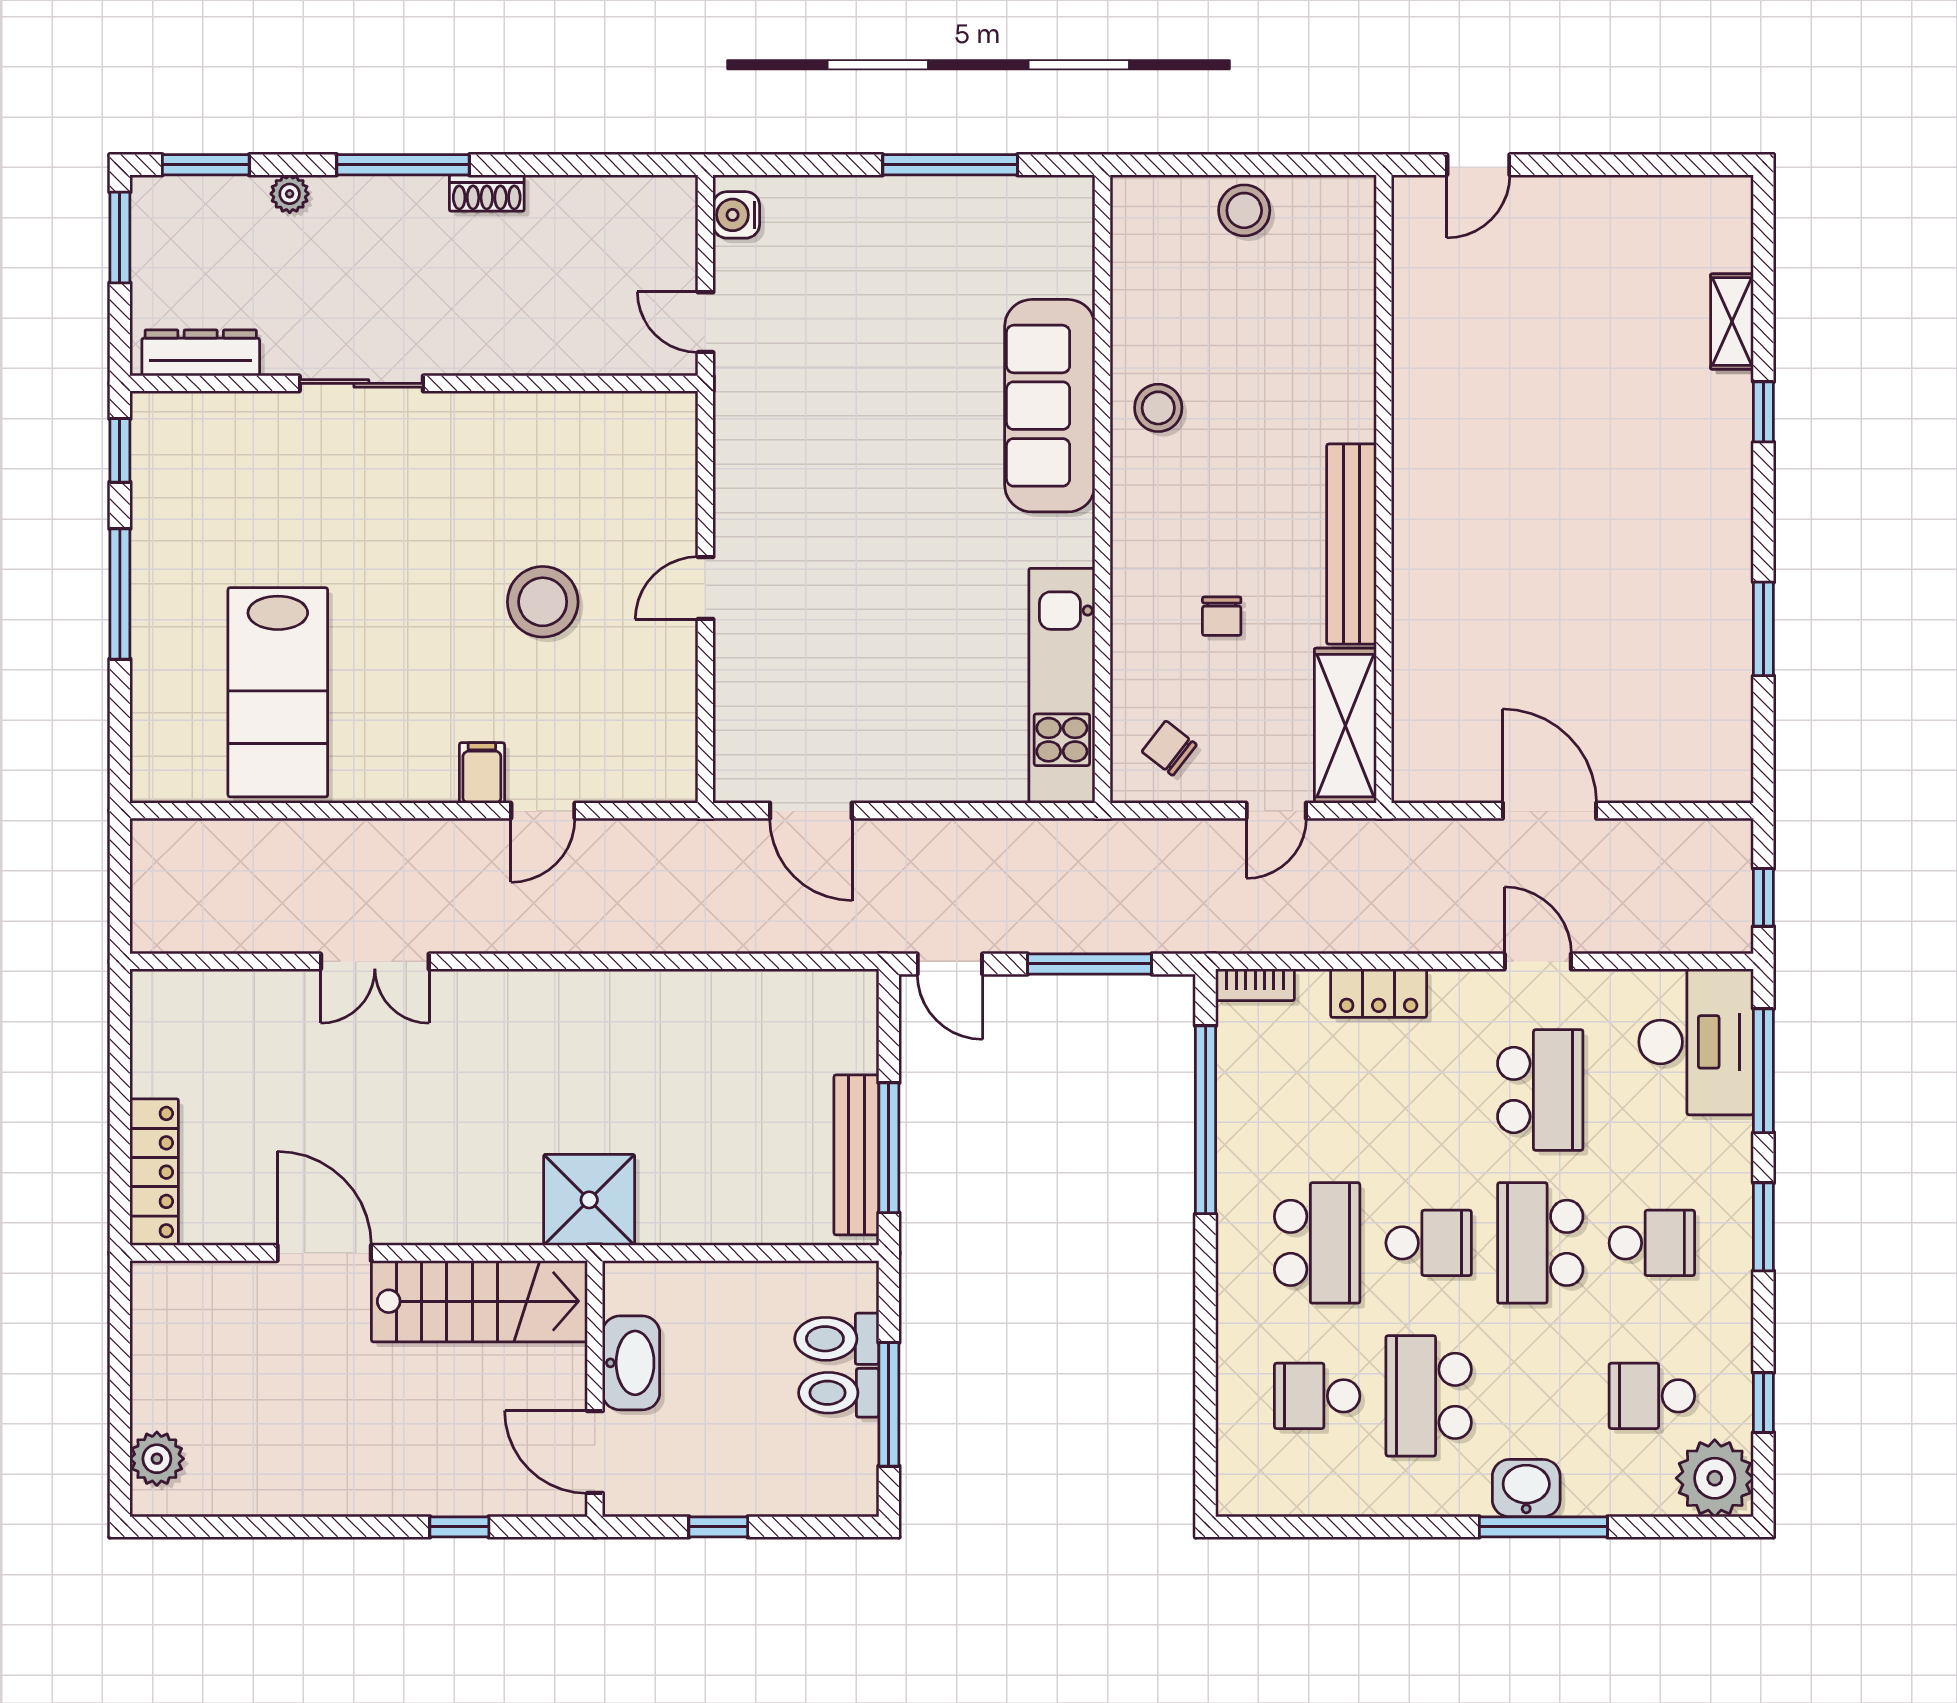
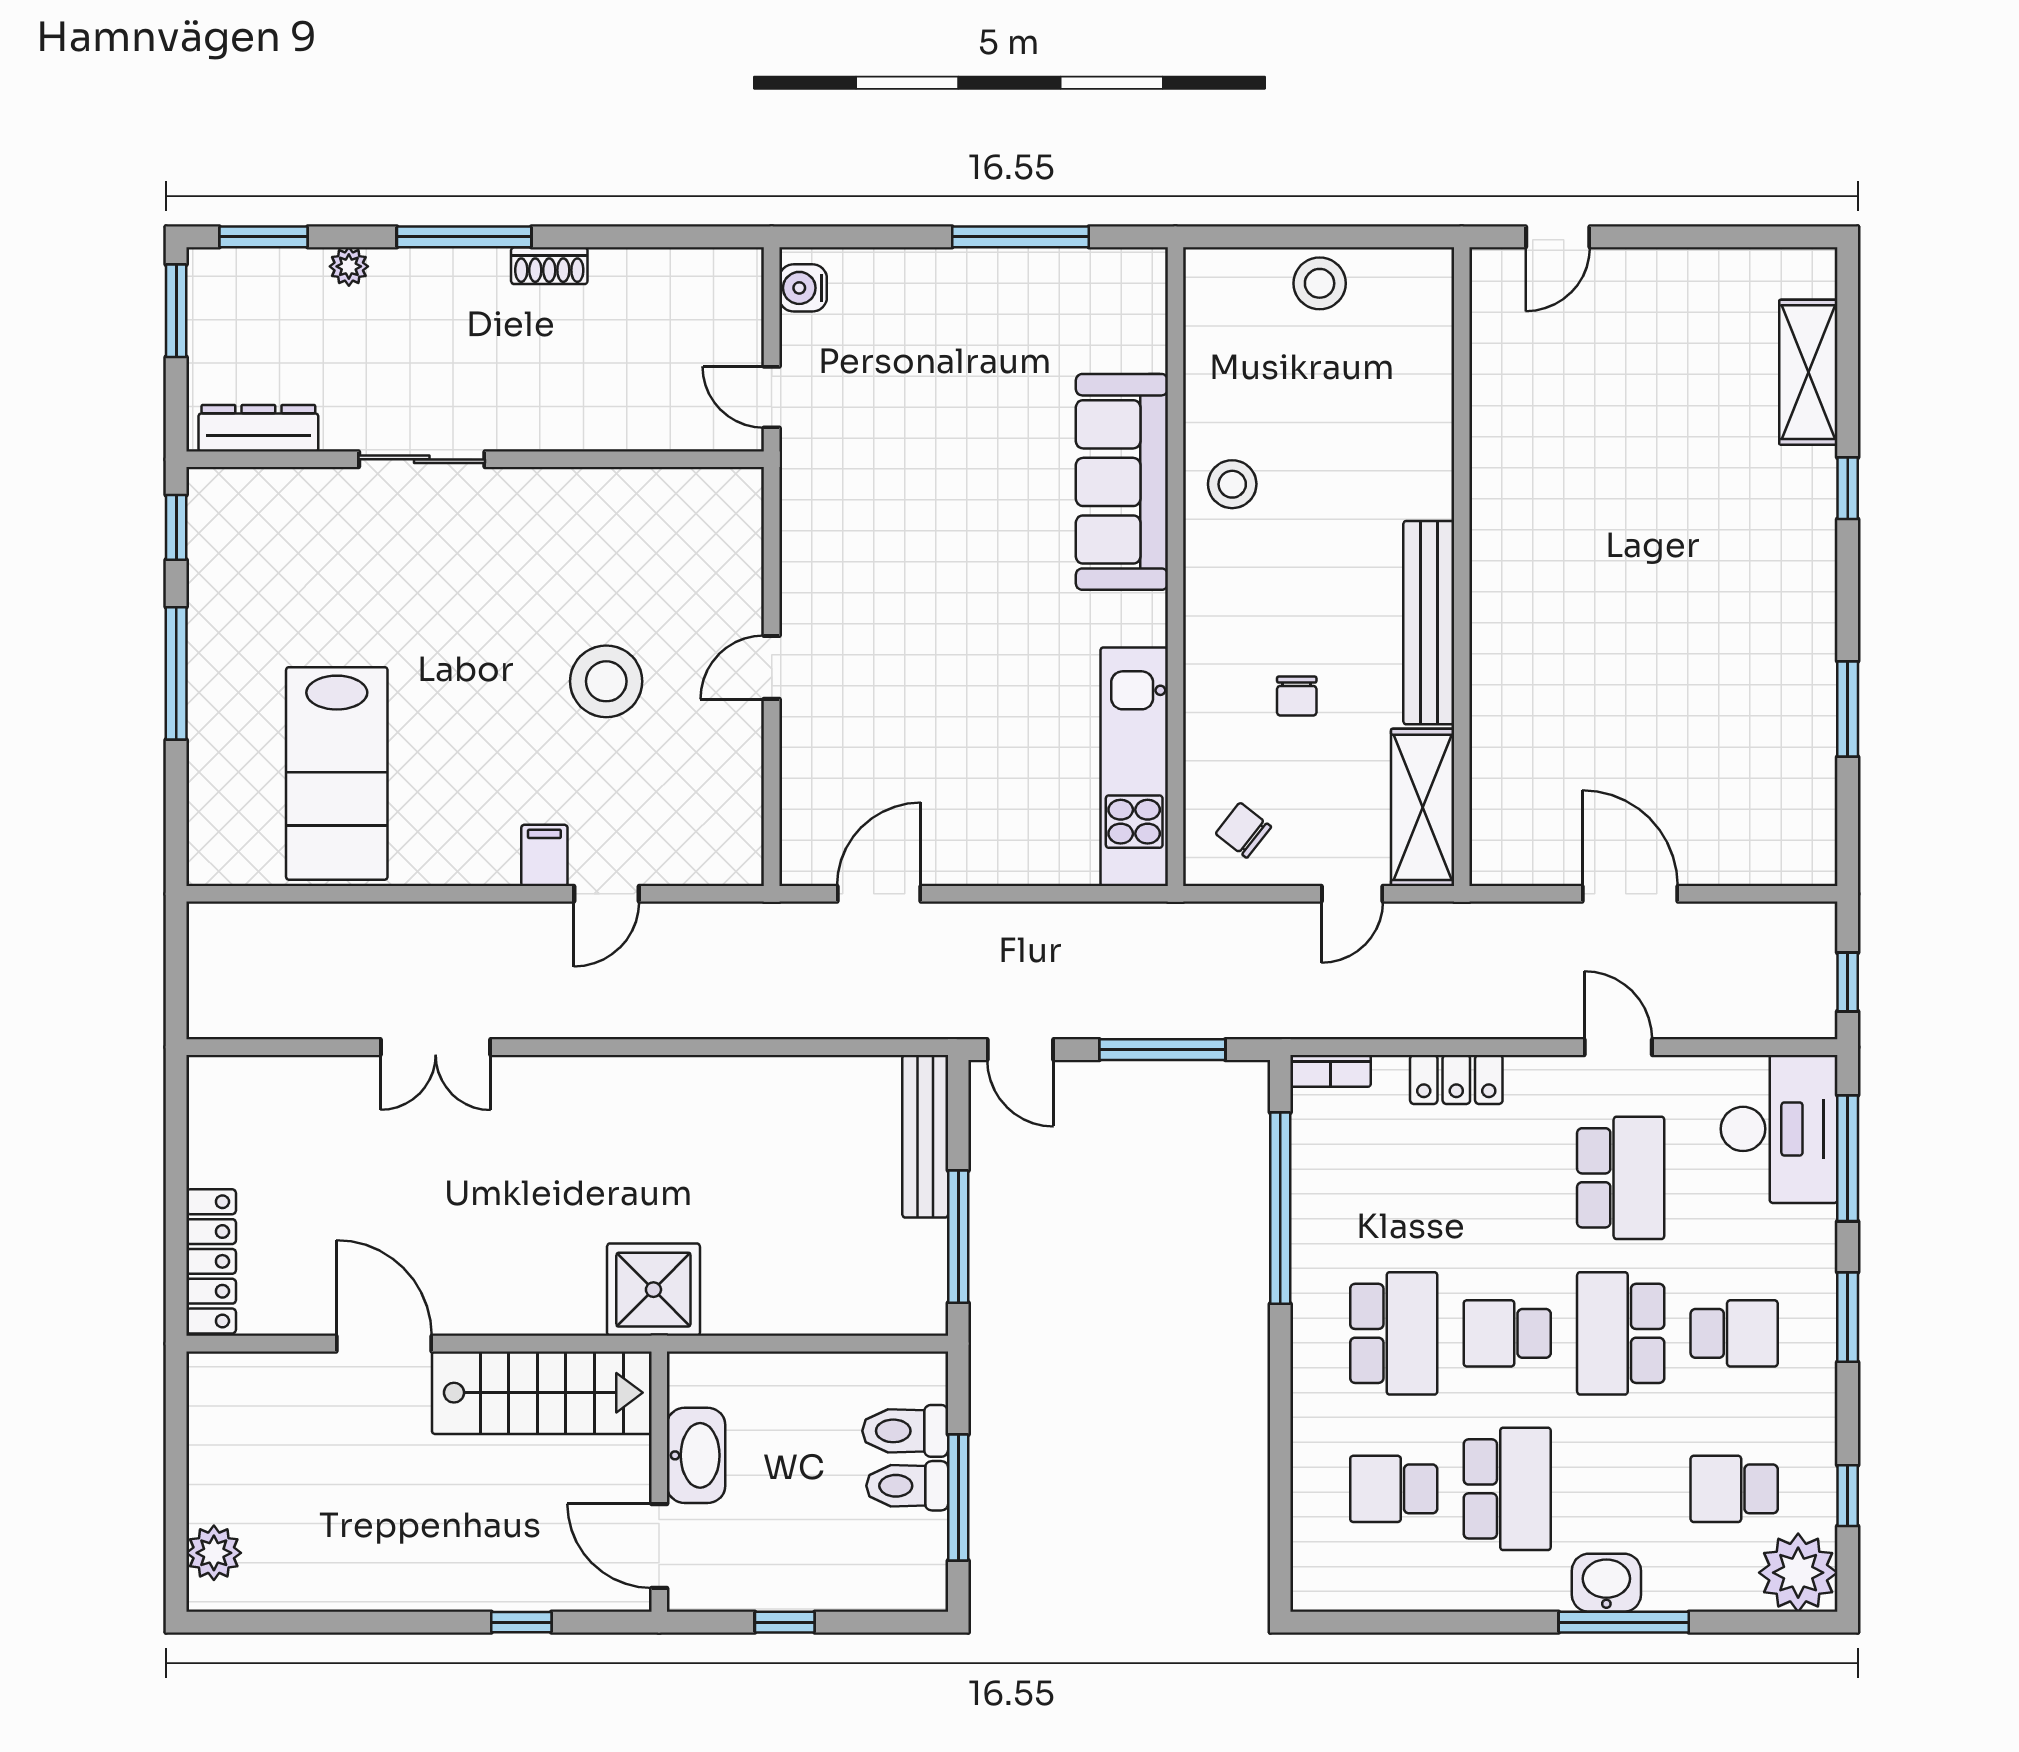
shelving: (1732, 322) -> (1808, 372), width x1.50, depth x1.33
door: (811, 811) -> (879, 894), swing flipped
bench: (856, 1155) -> (925, 1136), moved
school desk: (1429, 1243) -> (1507, 1333), turned 180
school desk: (1429, 1396) -> (1507, 1489), turned 180

